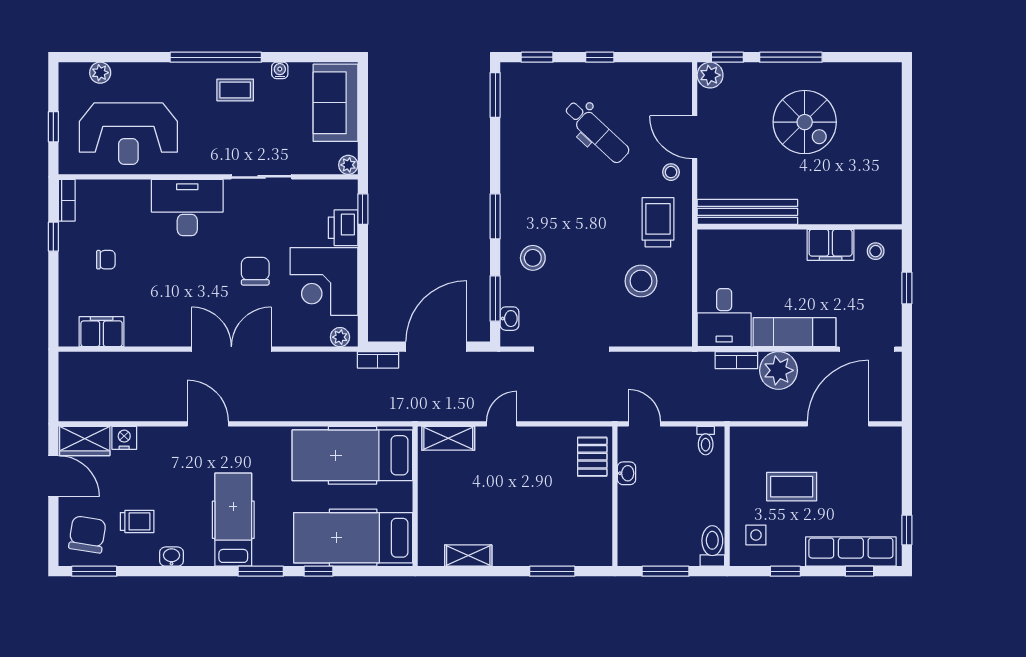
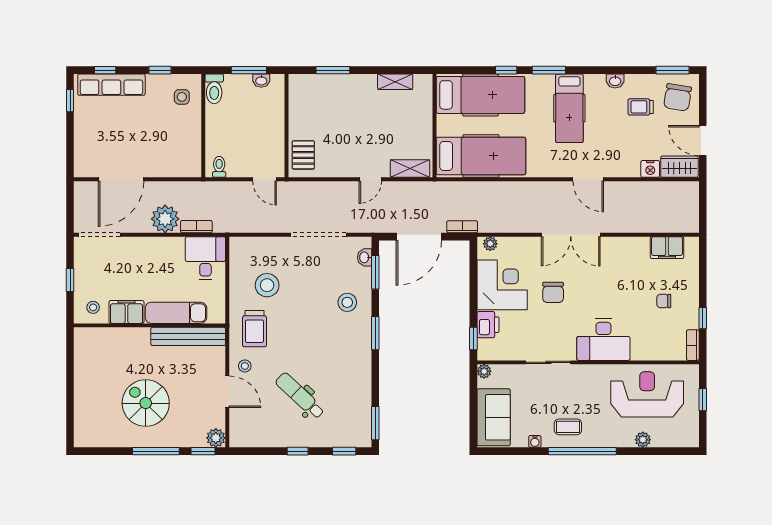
plant: (100, 73) -> (643, 440), moved
exam couch: (794, 332) -> (176, 313), moved, turned 180
washbasin: (626, 473) -> (261, 81), moved, turned -90
coffee table: (792, 487) -> (155, 133), removed

